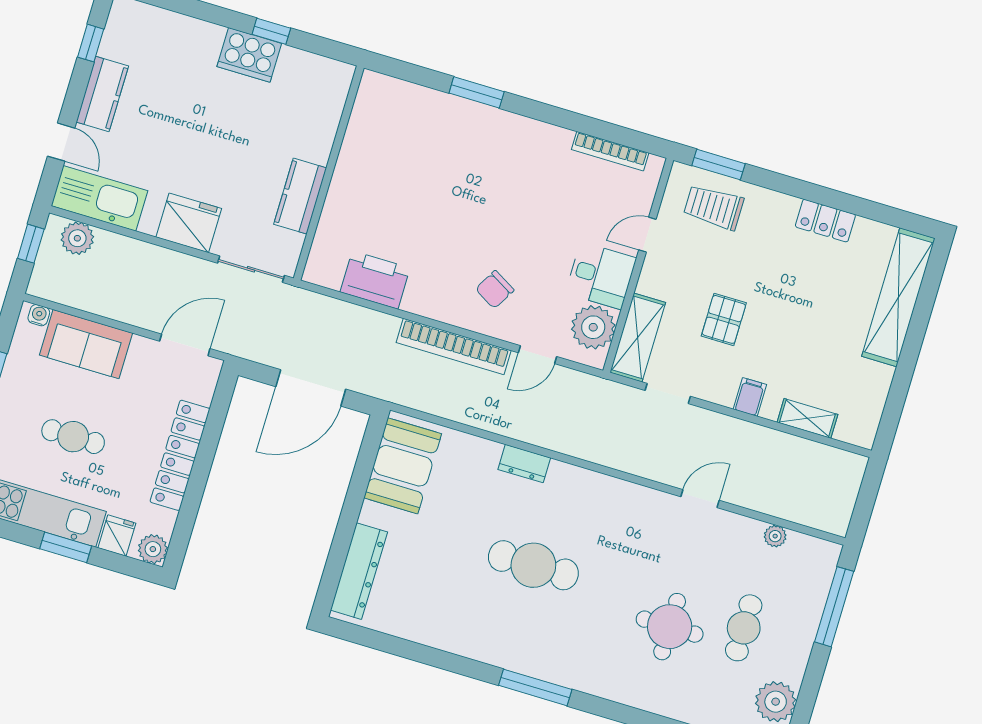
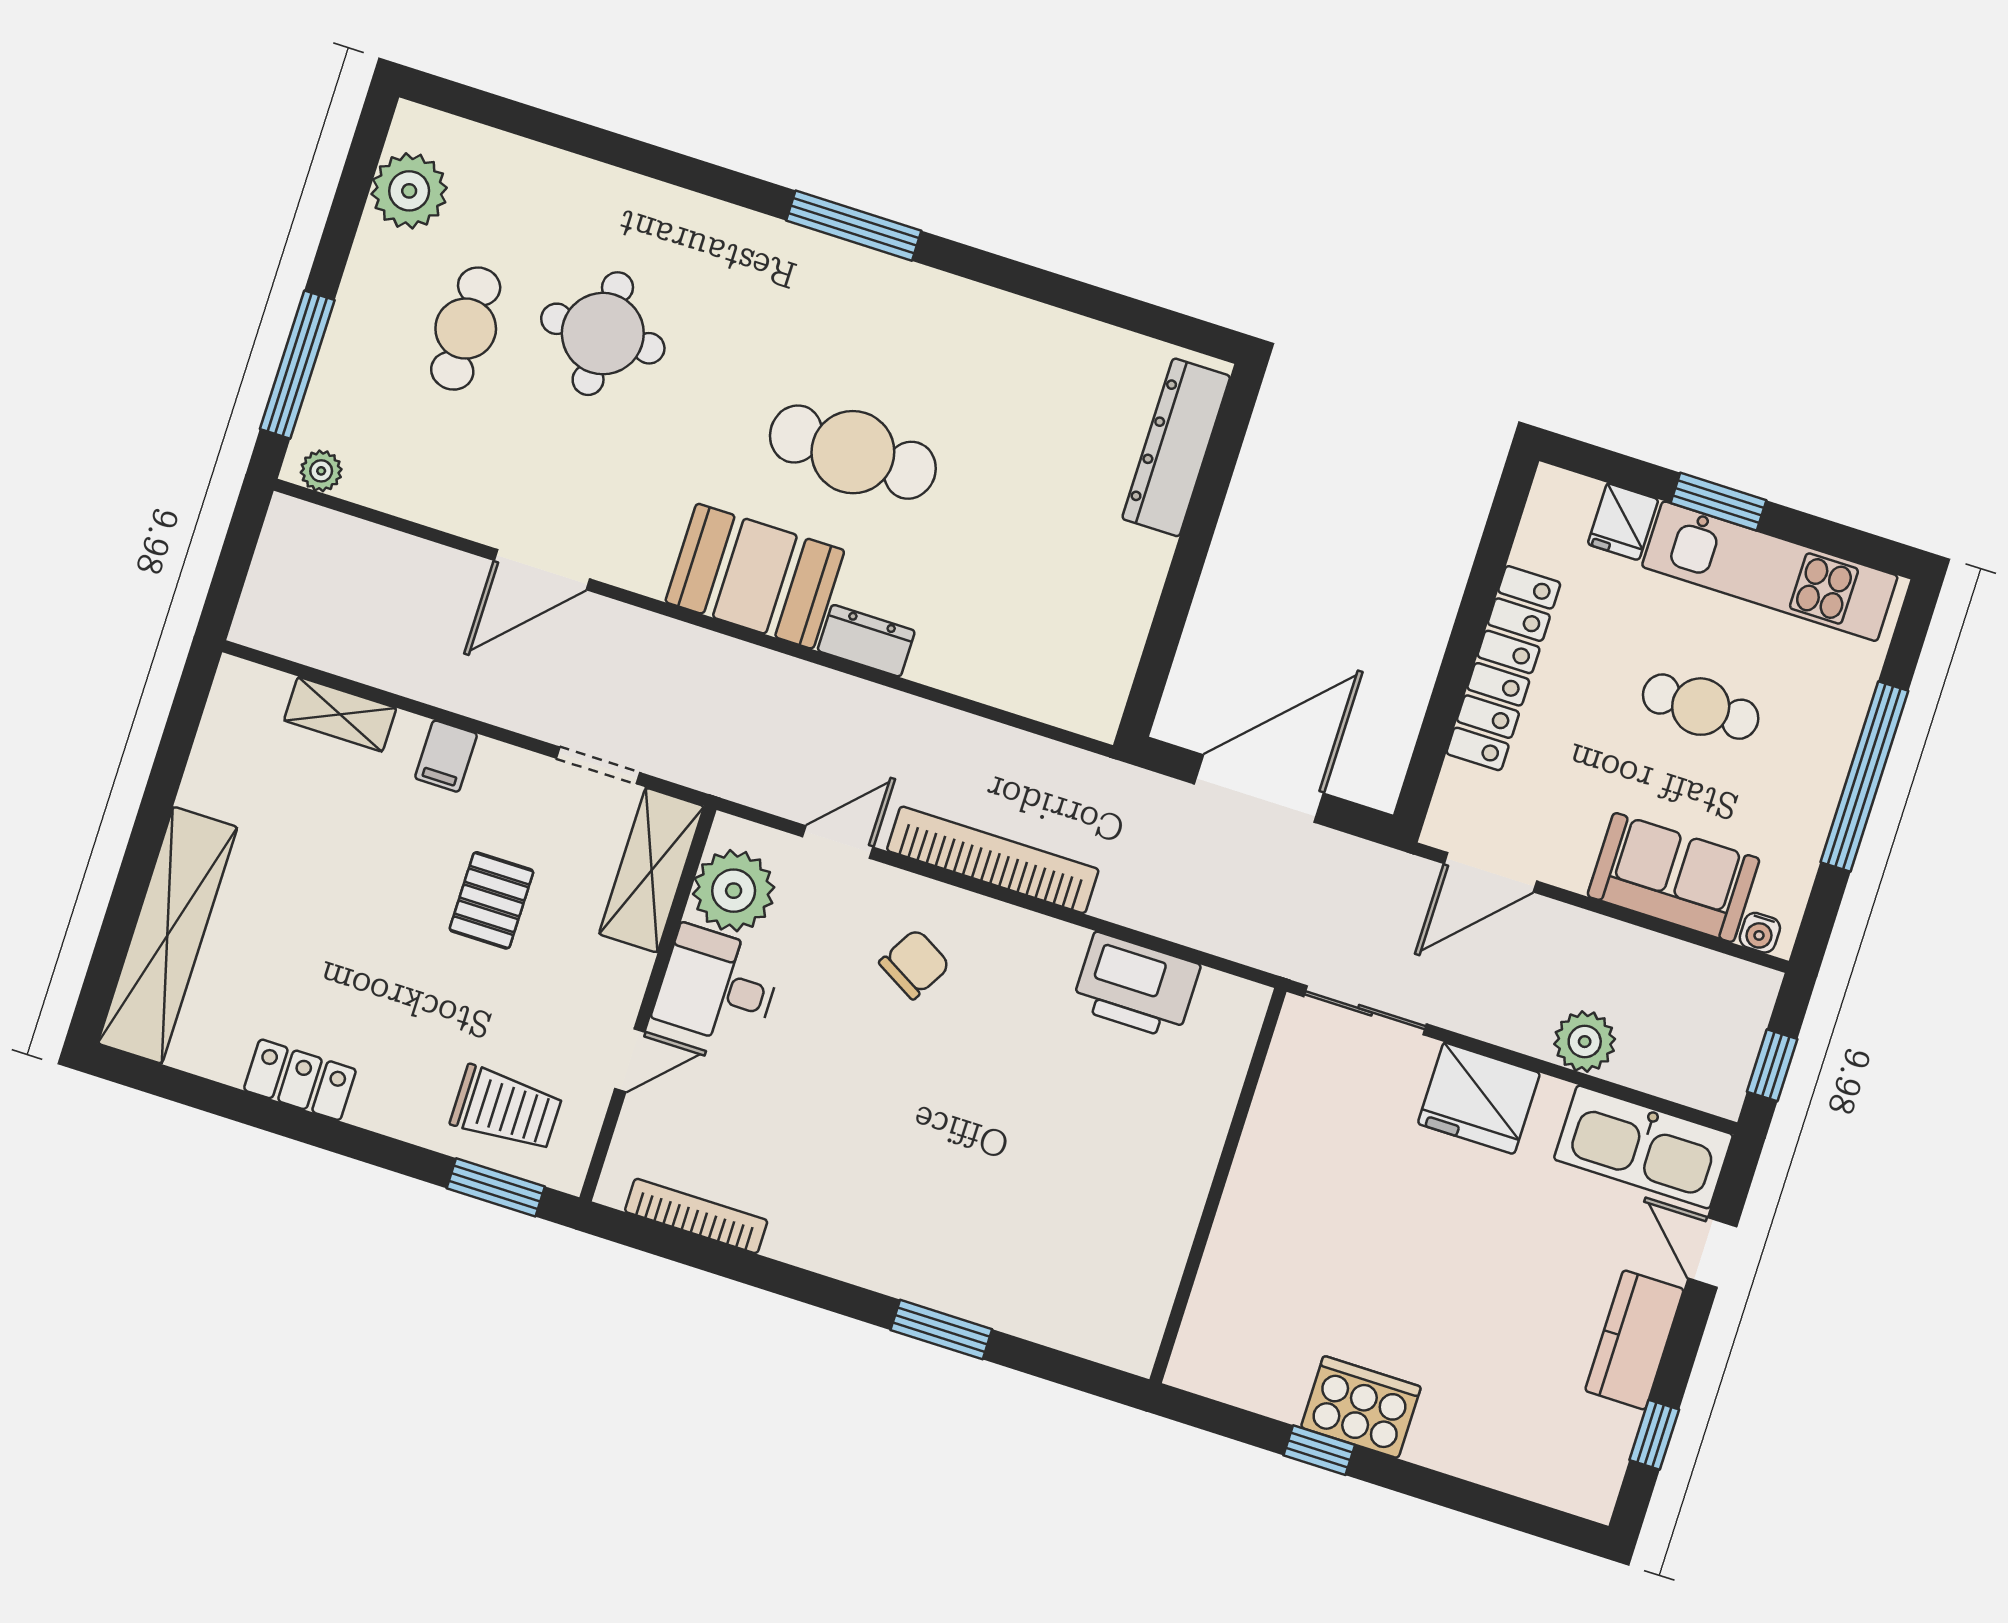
kitchen counter: (300, 196) -> (1272, 1144), removed
plant: (77, 238) -> (1585, 1042), moved
booth: (403, 466) -> (755, 576), moved, turned 90
door: (700, 499) -> (542, 570), width x1.37
plant: (775, 536) -> (321, 471), moved
plant: (153, 549) -> (1557, 495), removed

